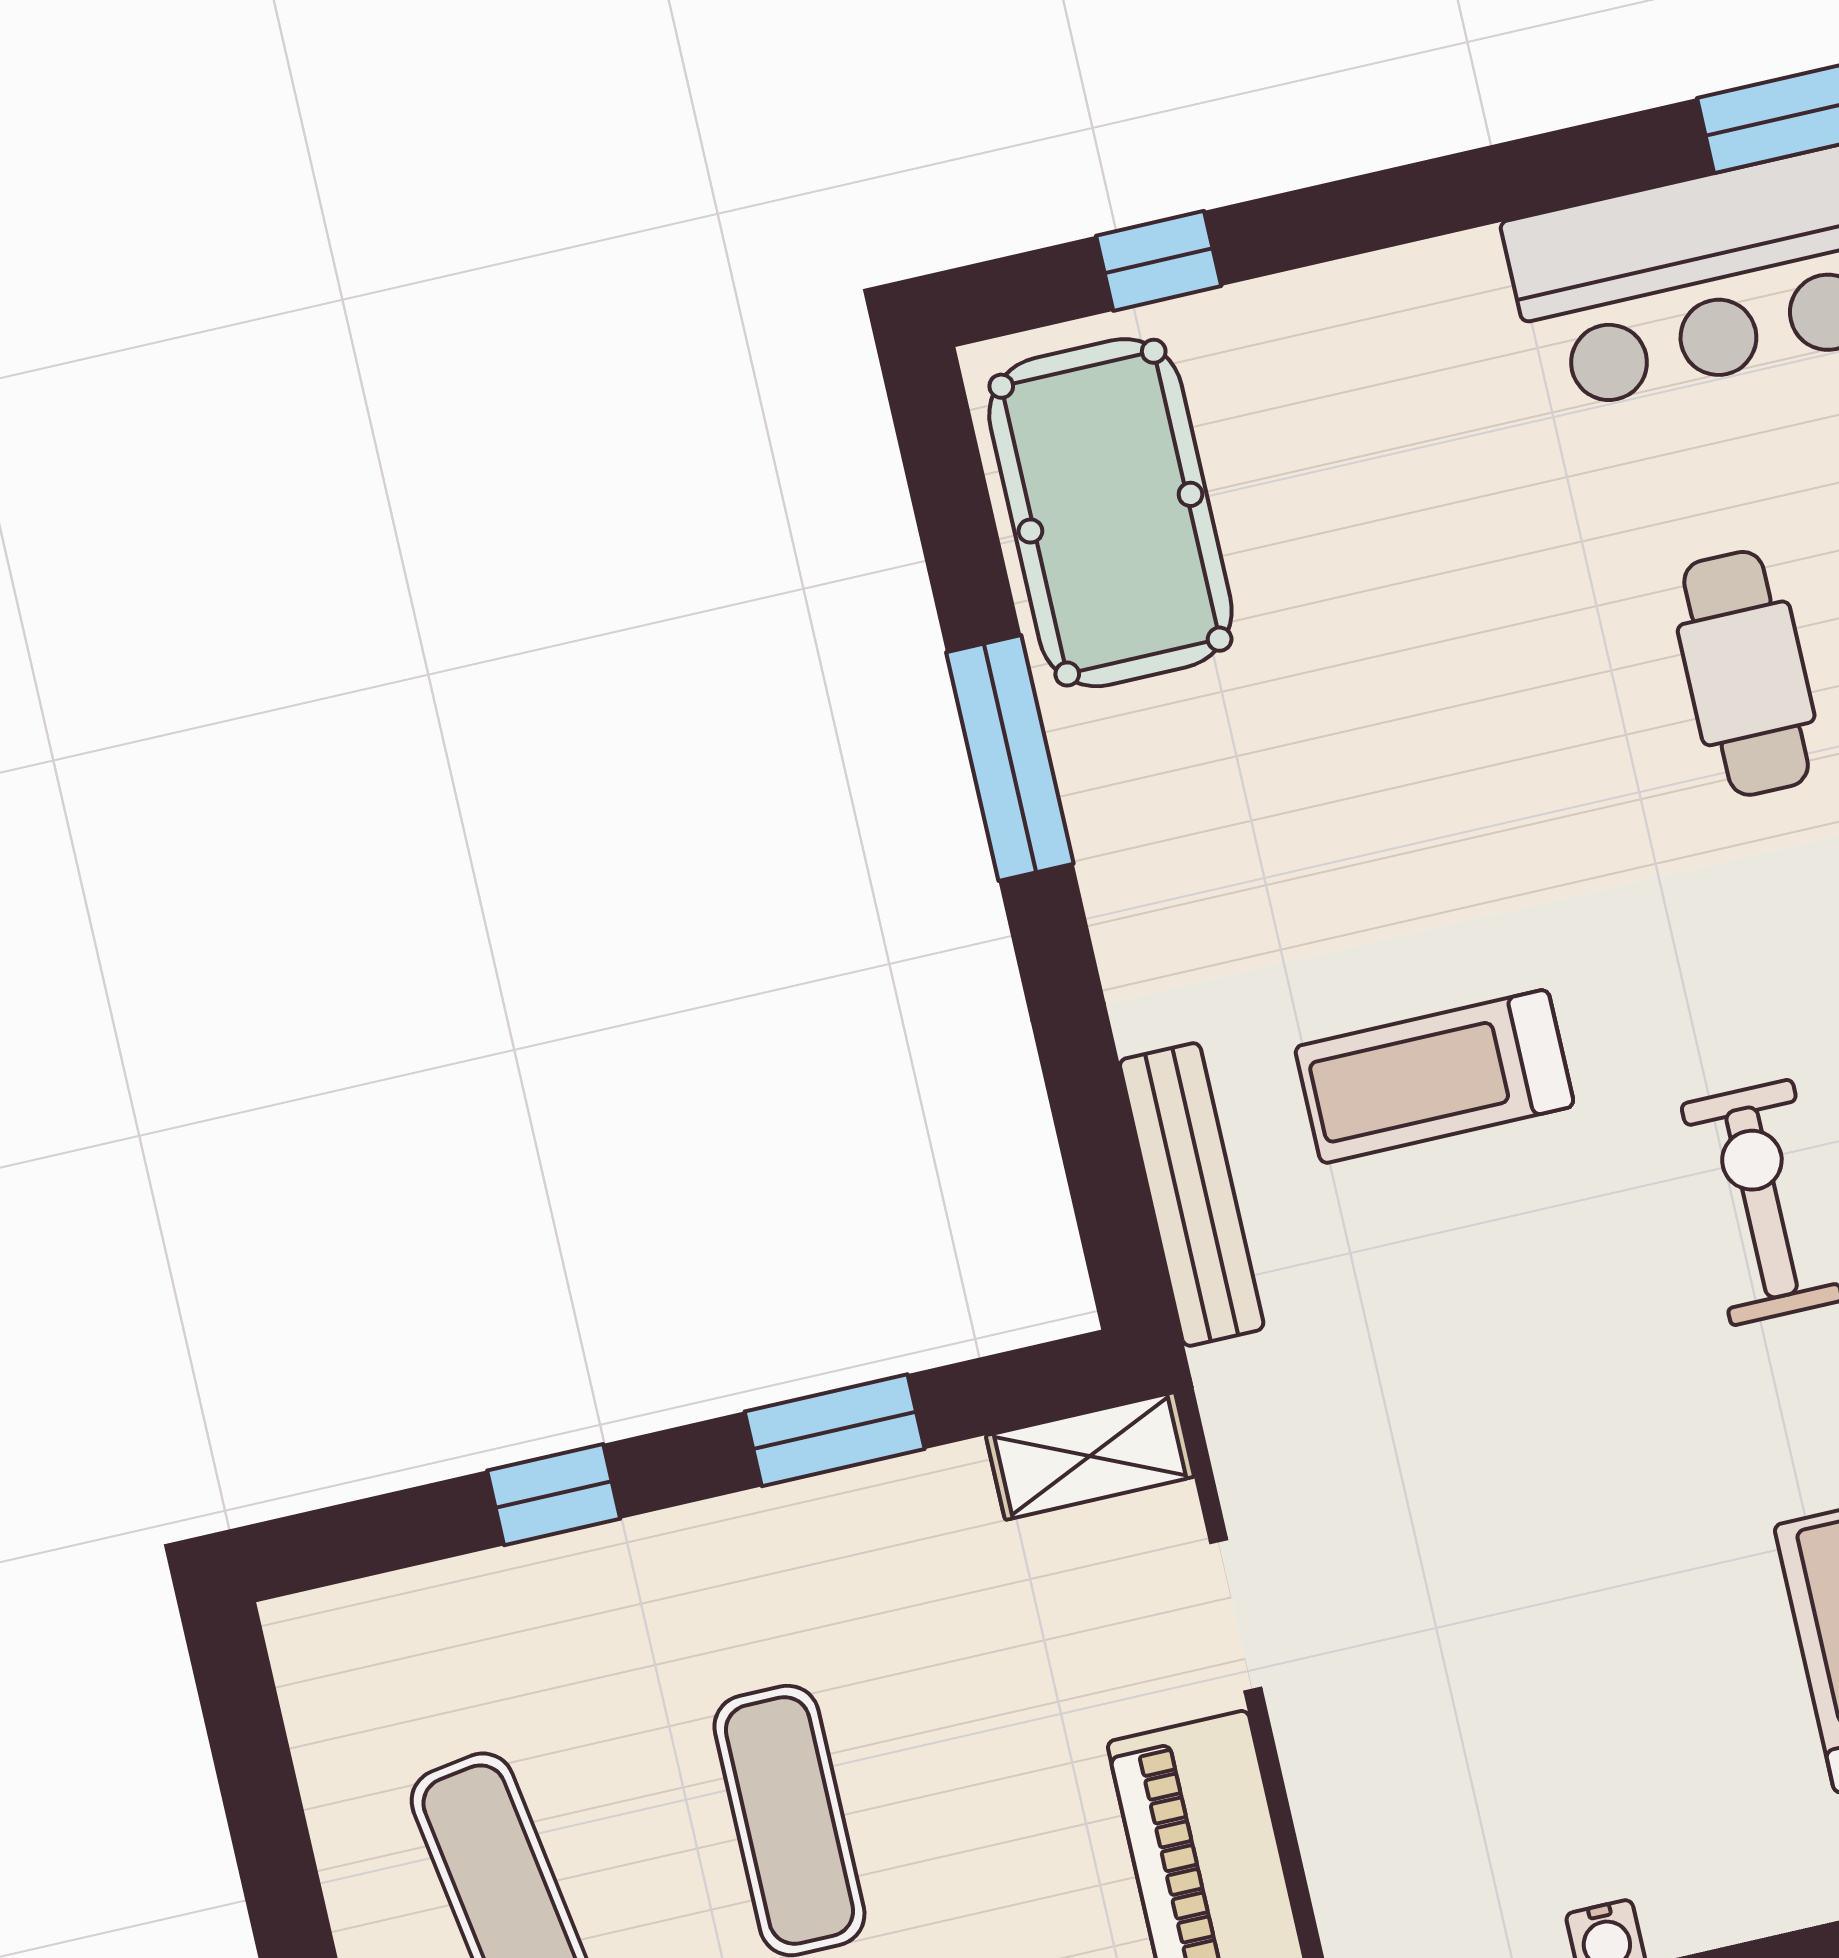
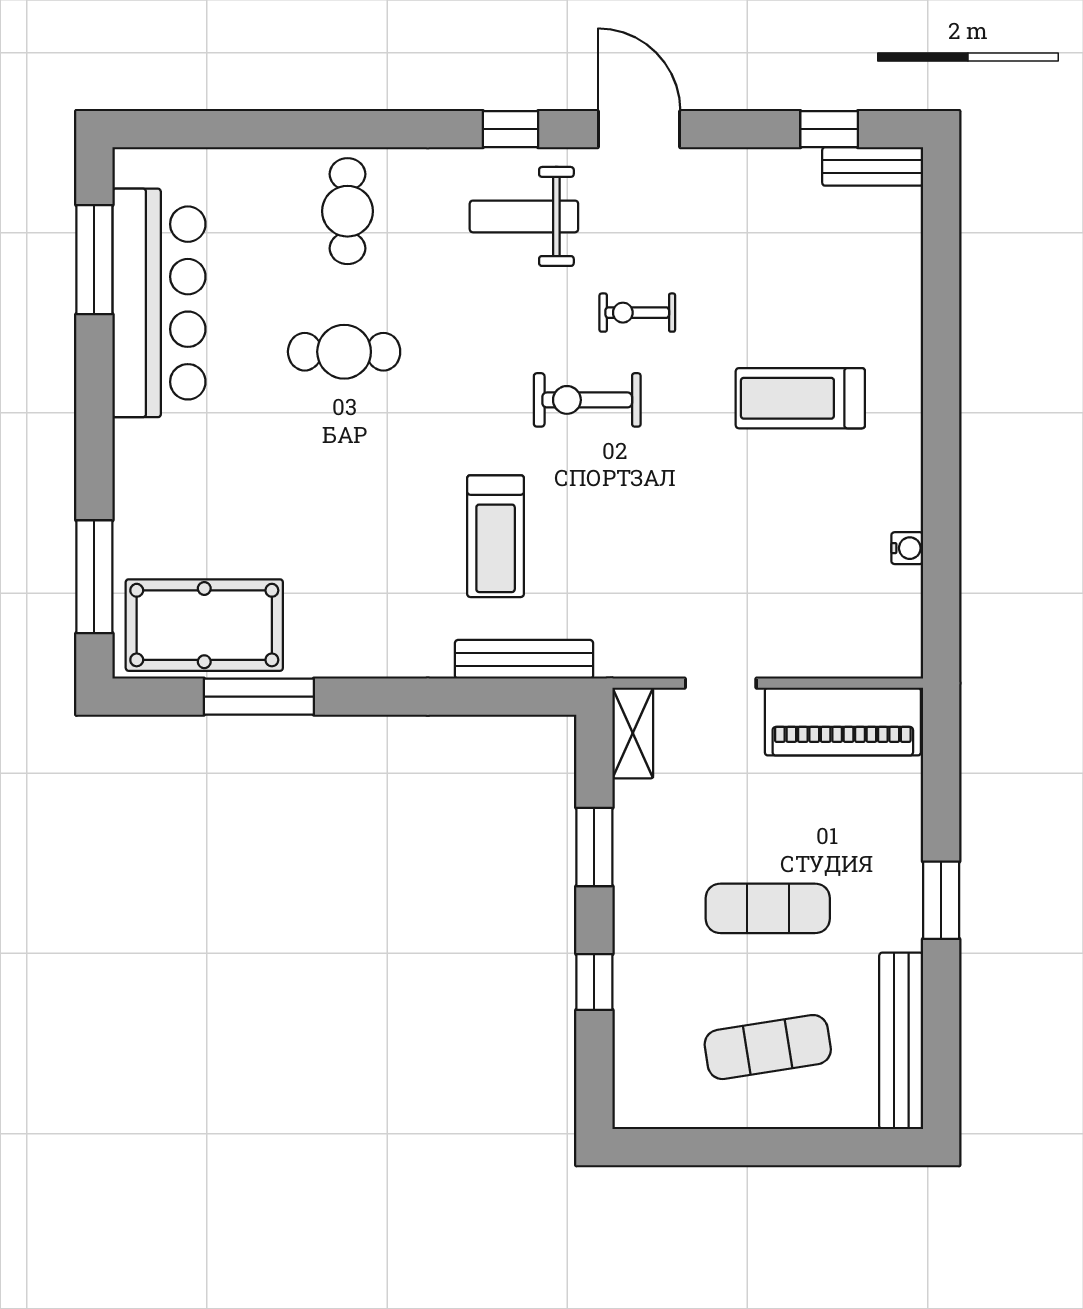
window: (1159, 261) -> (94, 577), width x2.17
window: (1010, 758) -> (259, 697), moved

